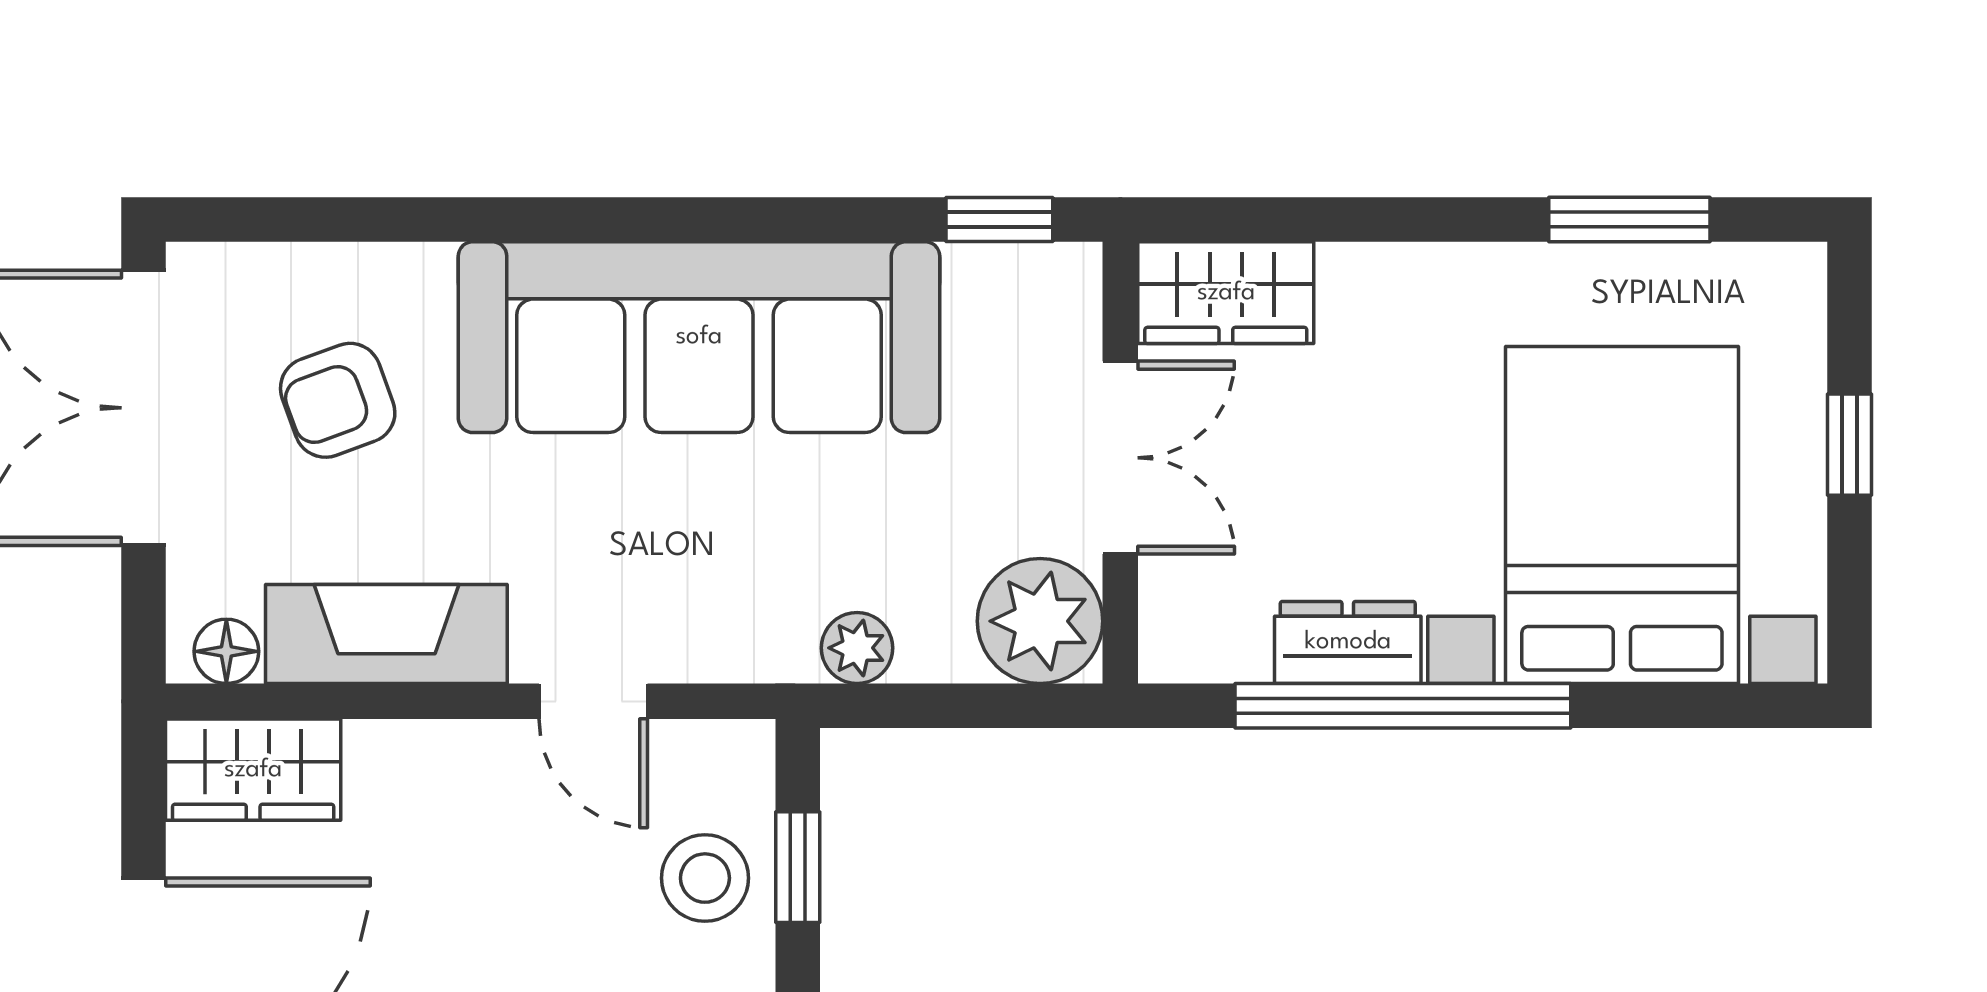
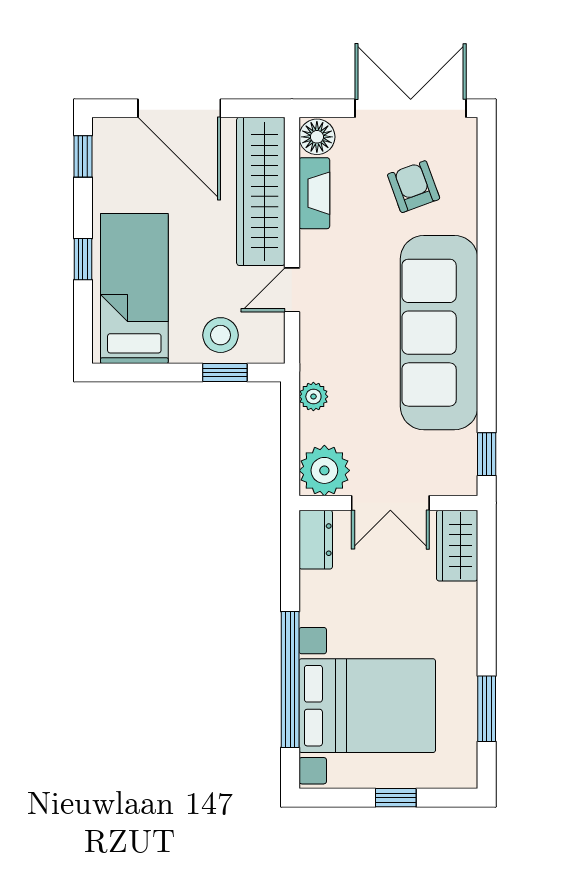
fireplace: (386, 634) -> (314, 193), width x0.73, depth x0.76
dresser: (1348, 642) -> (316, 540), moved
floor lamp: (226, 651) -> (317, 137), width x1.37, depth x1.37
window: (1403, 706) -> (290, 680), moved
wardrobe: (253, 770) -> (261, 191), width x2.10, depth x1.17

